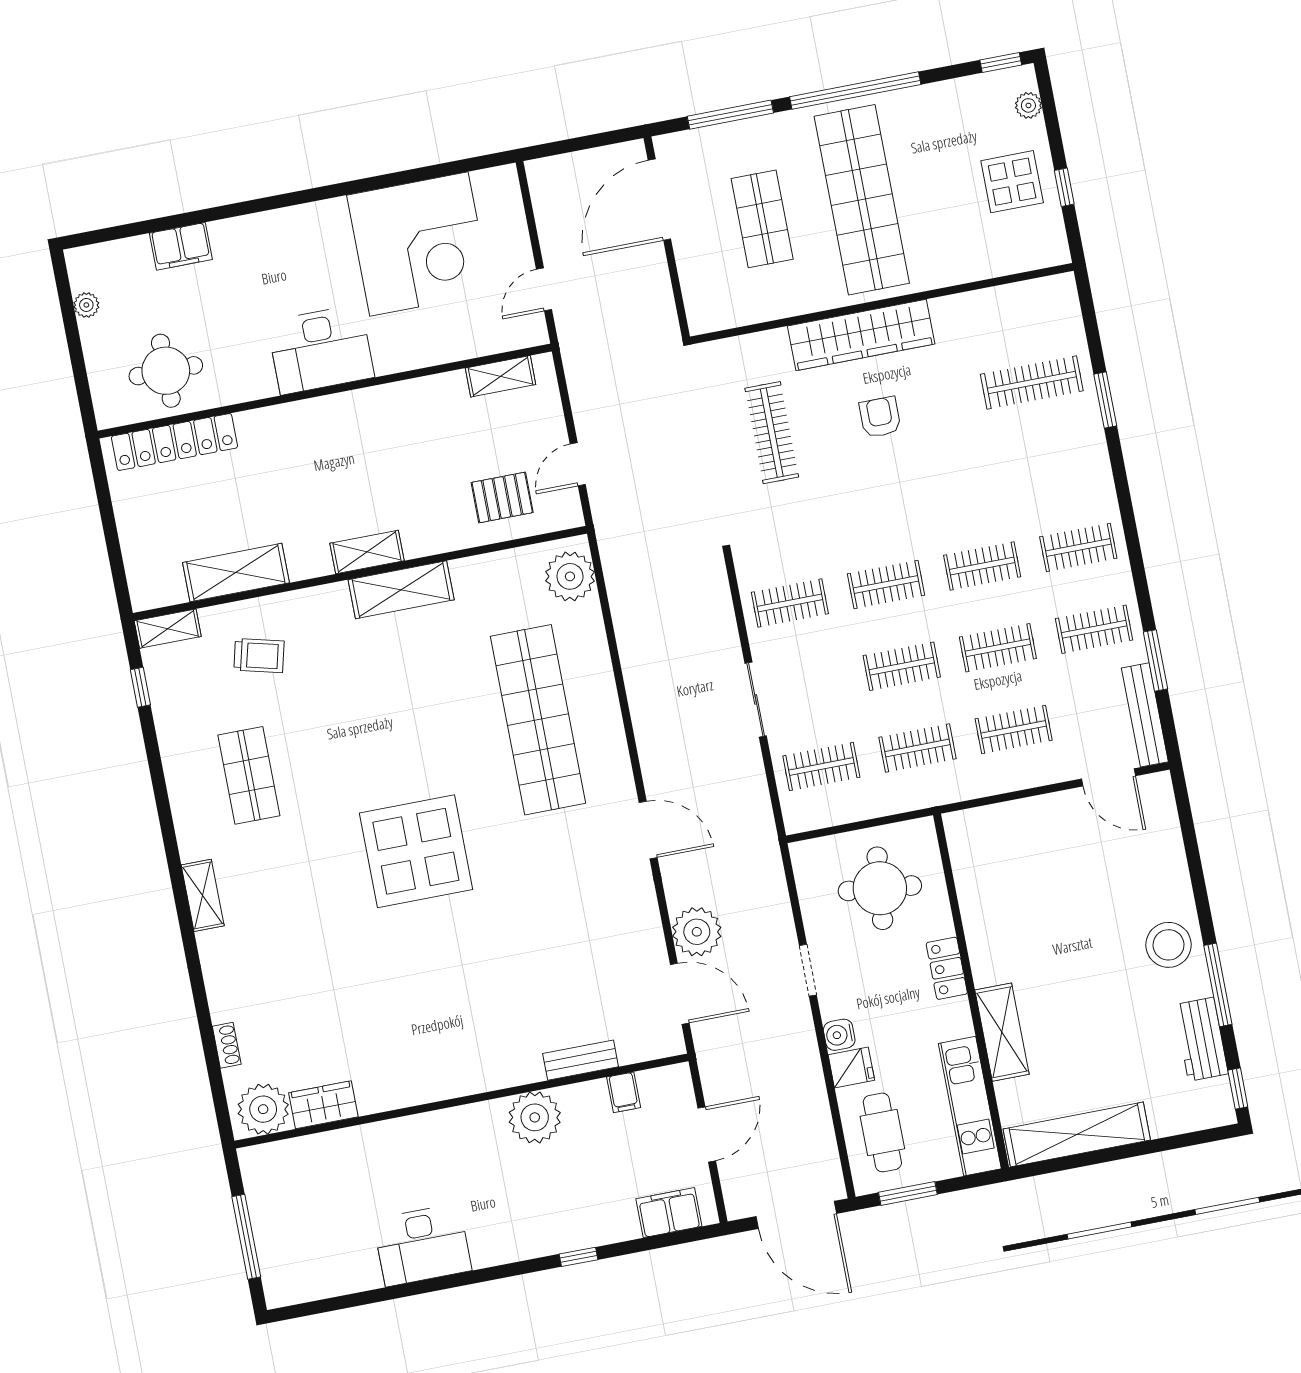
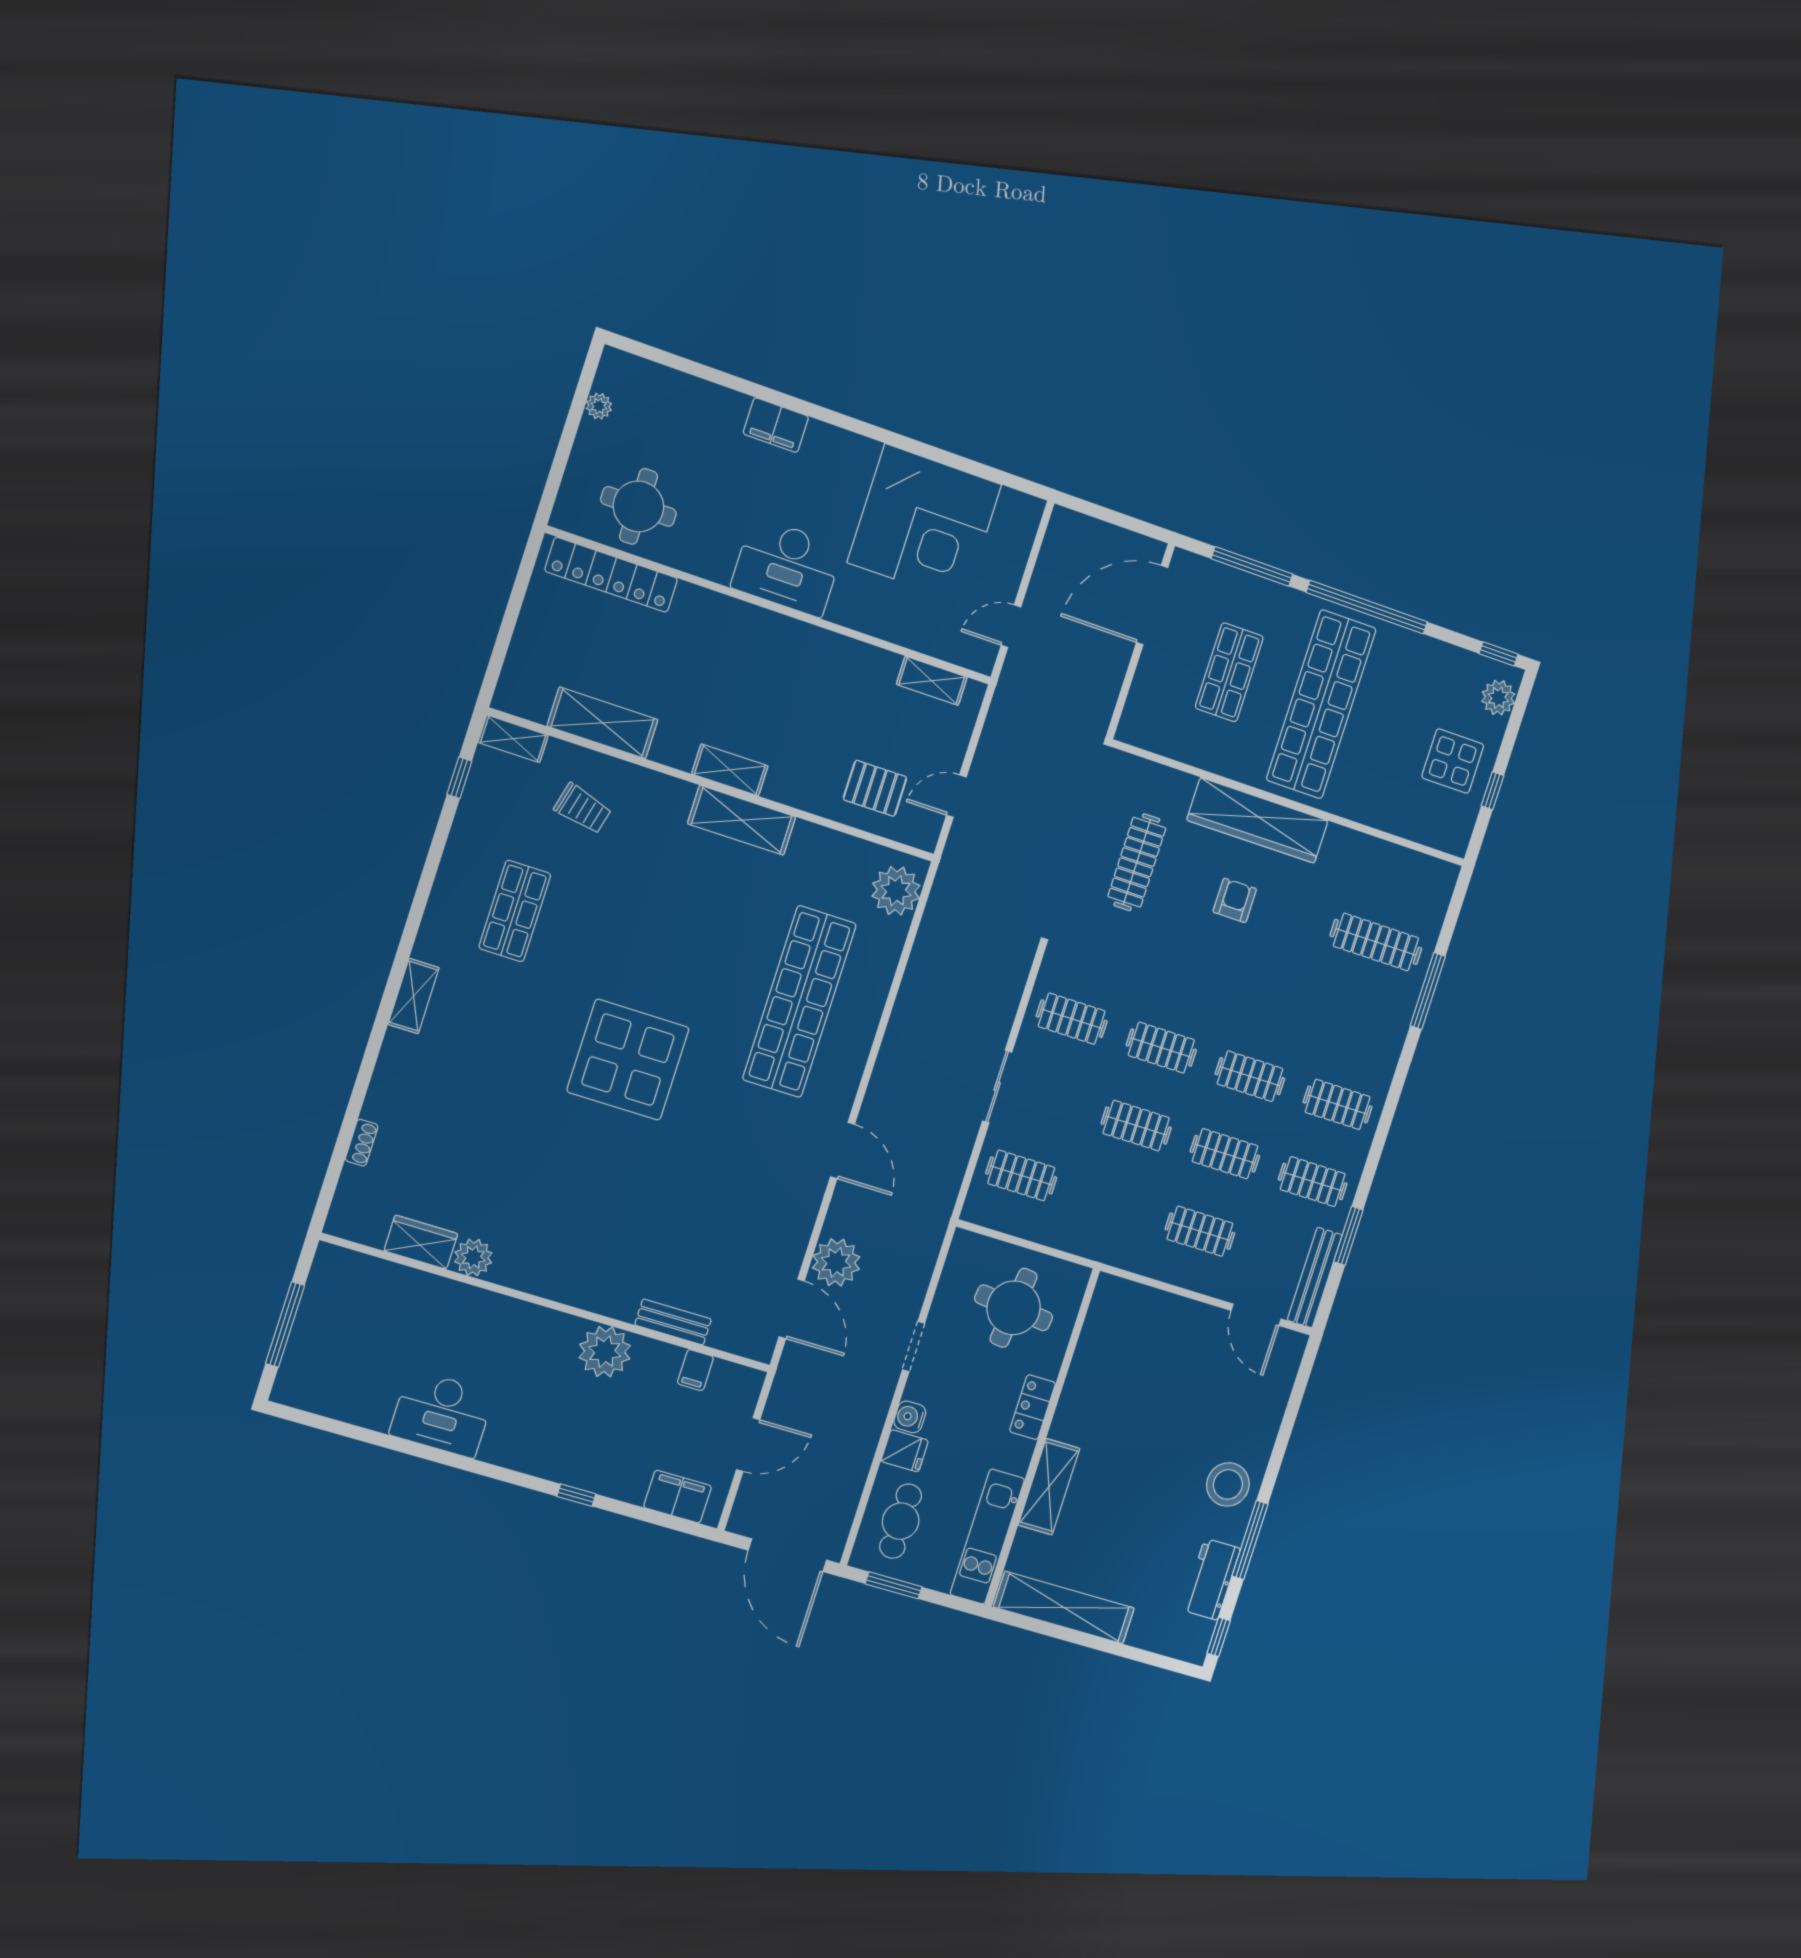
plant: (1028, 105) -> (1498, 698), width x1.38, depth x1.38
filing cabinet: (181, 246) -> (776, 425), moved
window: (1105, 400) -> (1428, 991), width x1.44
clothes rail: (917, 748) -> (1111, 1203), removed
plant: (263, 1109) -> (473, 1257), moved, width x0.73, depth x0.73

